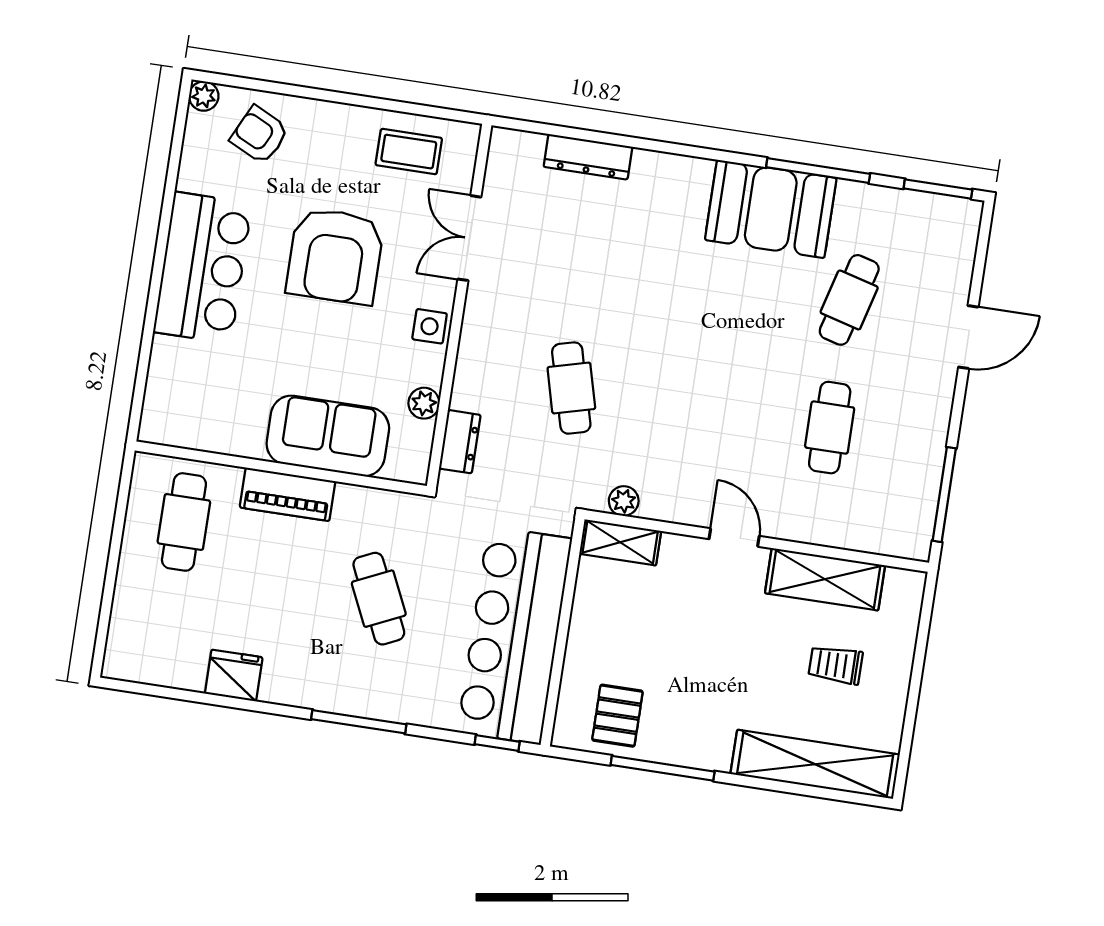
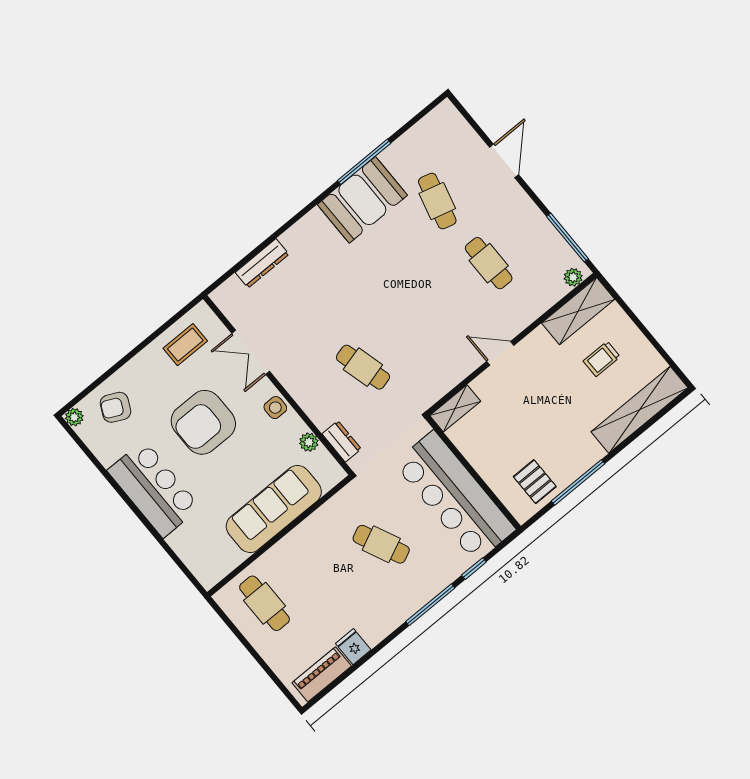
window: (938, 189) -> (422, 114), removed
armchair: (335, 256) -> (203, 422), turned 90
sofa: (328, 436) -> (274, 509), width x1.36
piano: (288, 494) -> (322, 674), moved, turned 180
plant: (624, 501) -> (573, 277), moved
shelving: (825, 579) -> (578, 311), moved
fridge: (234, 675) -> (353, 647), width x0.72
window: (497, 743) -> (474, 569), moved

